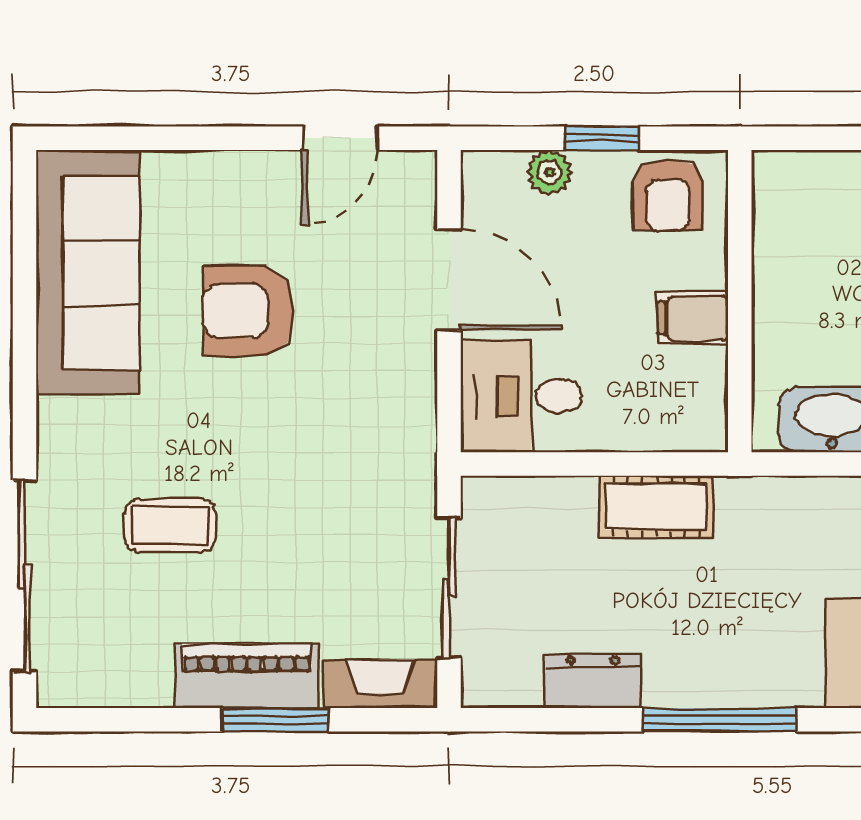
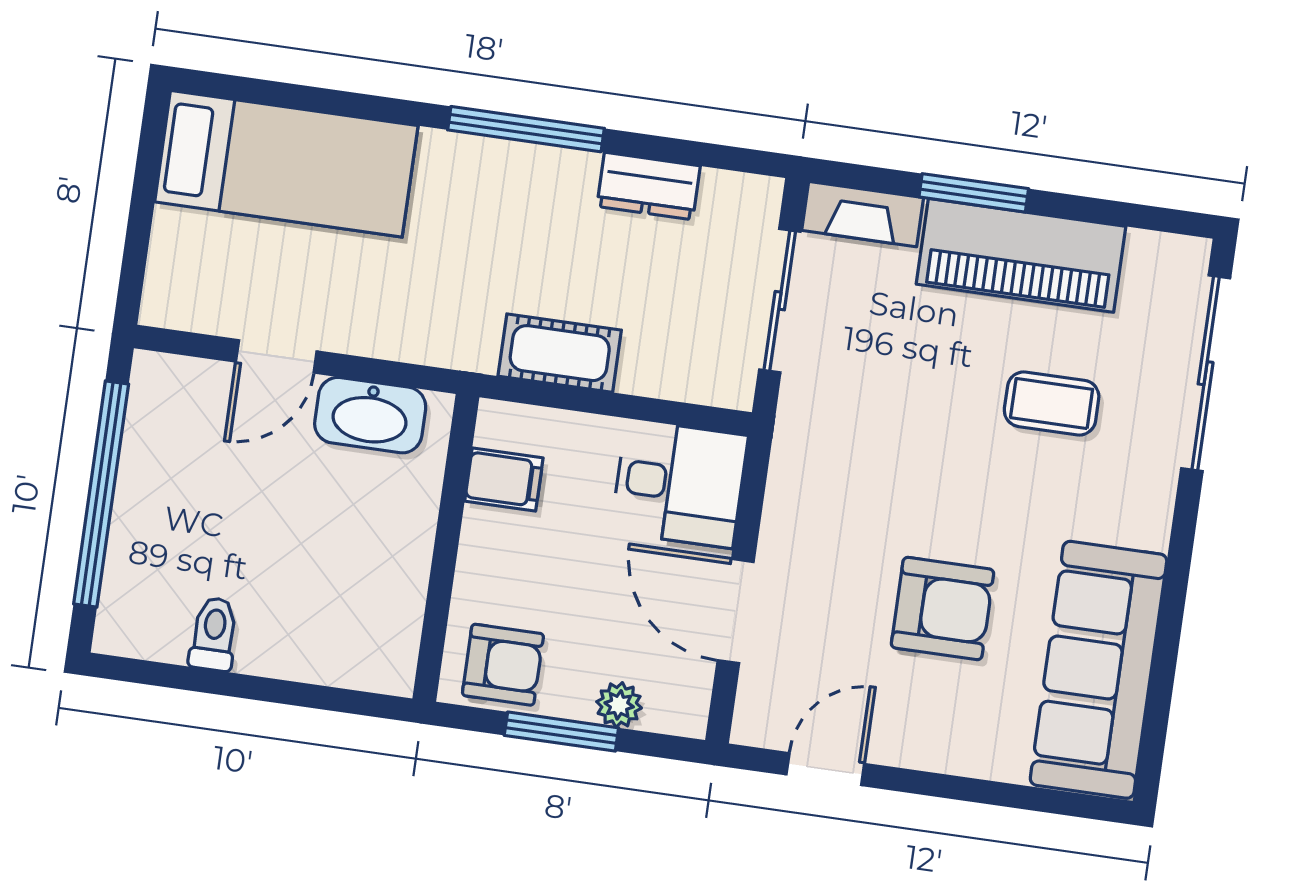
window: (602, 138) -> (561, 732), width x1.50
armchair: (668, 195) -> (503, 665), turned 90
filing cabinet: (693, 318) -> (504, 479), moved
piano: (247, 676) -> (1021, 255), width x1.37, depth x1.33

